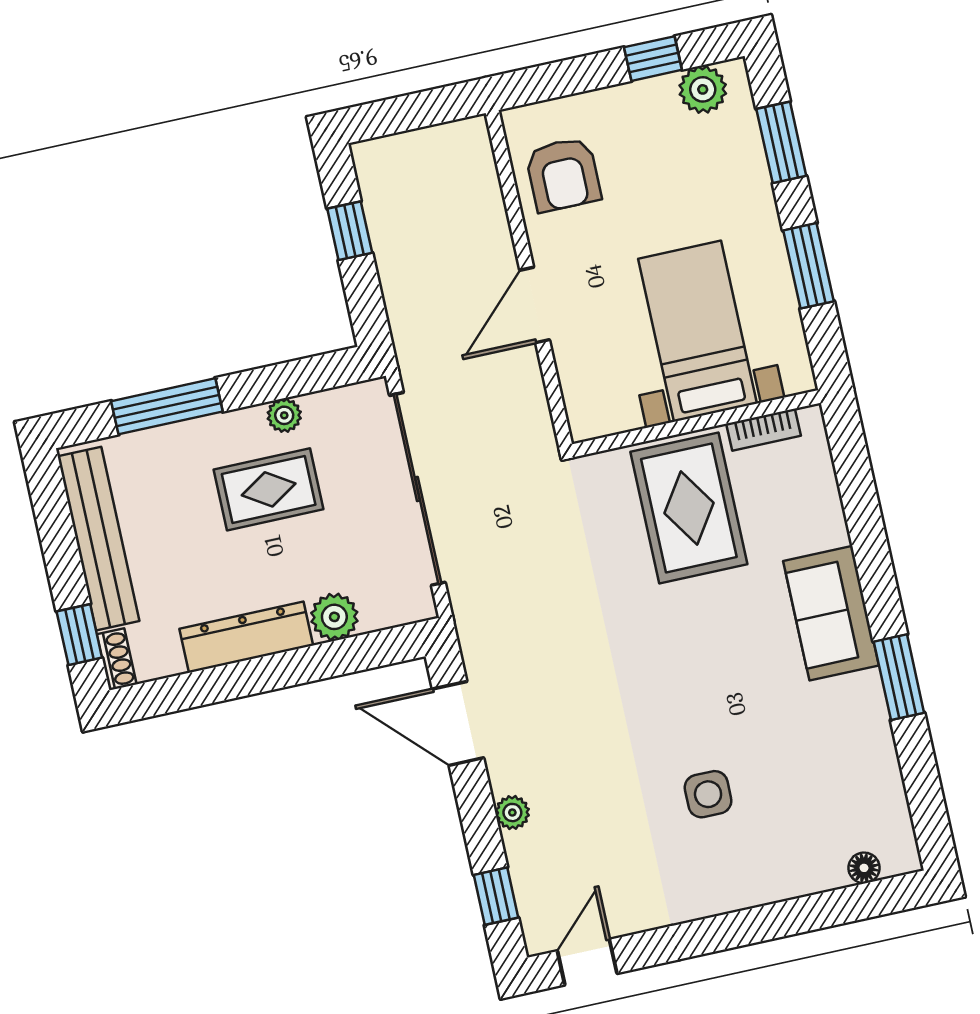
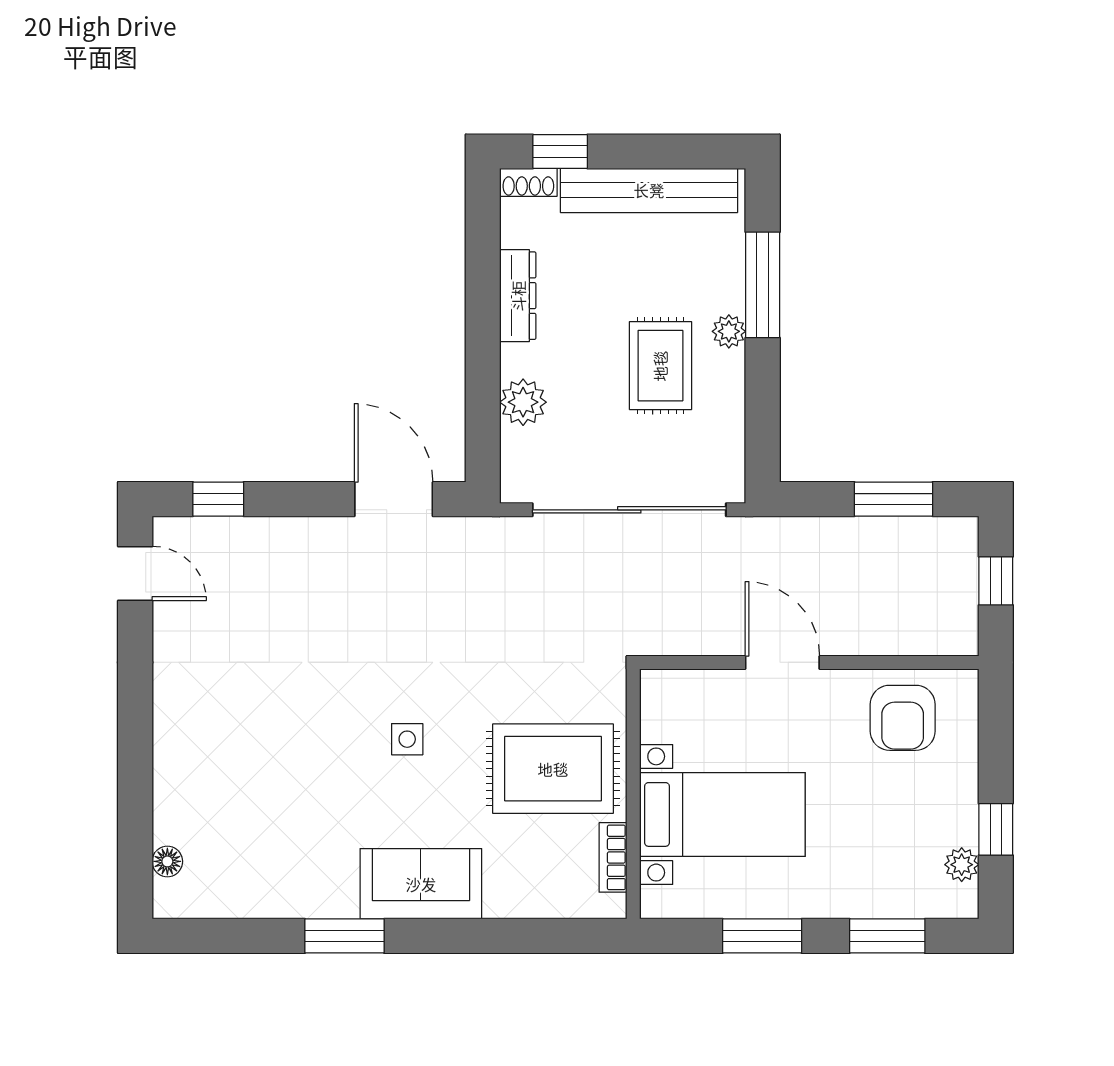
plant: (703, 89) -> (962, 865), width x0.73, depth x0.73
window: (408, 112) -> (996, 581), added
armchair: (563, 174) -> (903, 718), turned -90
window: (350, 231) -> (894, 499), width x1.50
plant: (284, 415) -> (729, 331), moved
dresser: (246, 637) -> (518, 296), width x0.73, depth x0.80
door: (458, 723) -> (394, 499), hinge flipped
side table: (708, 794) -> (407, 739), moved, width x0.73, depth x0.73
plant: (512, 813) -> (296, 533), removed

